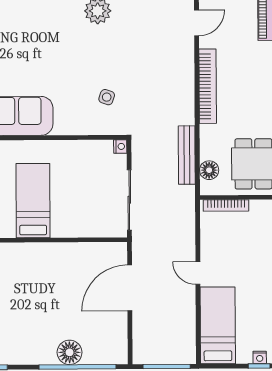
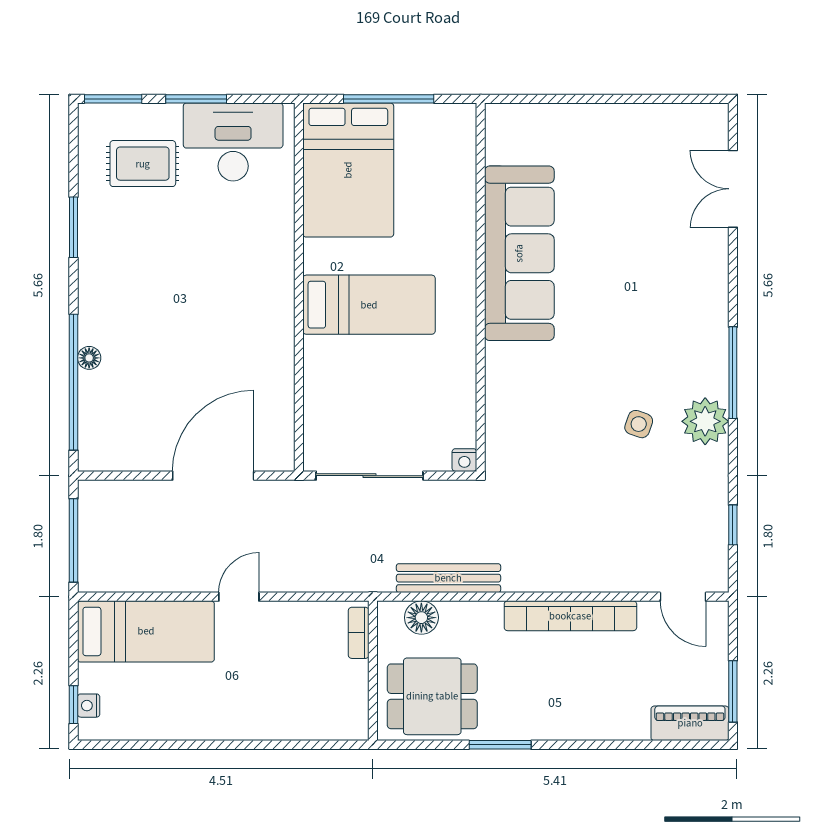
side table: (107, 97) -> (639, 424), moved
bookcase: (226, 205) -> (359, 633), width x0.64
door: (130, 288) -> (213, 476), hinge flipped
floor lamp: (70, 352) -> (89, 358), width x0.53, depth x0.53

